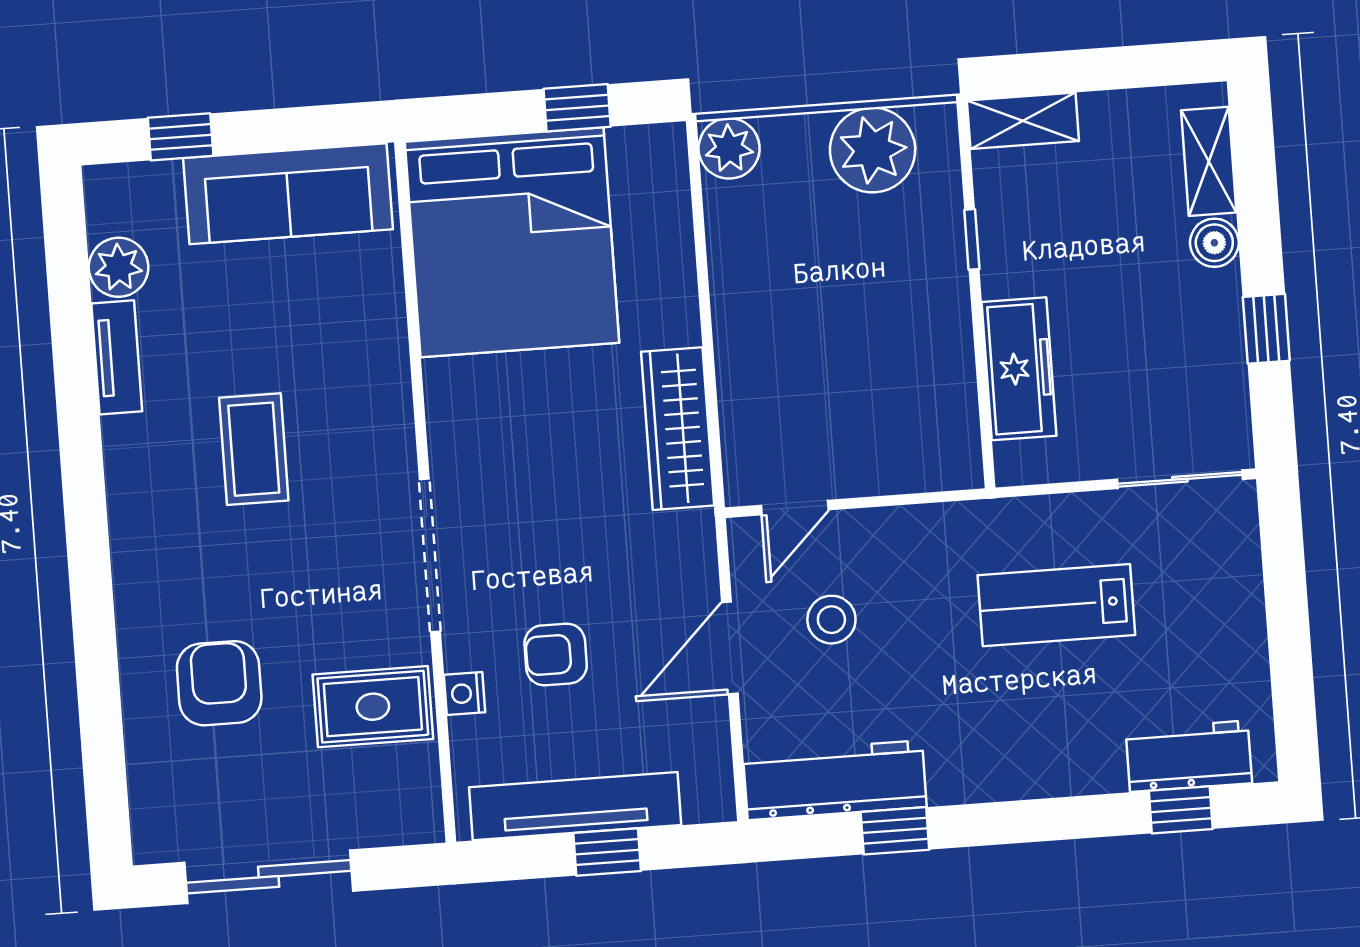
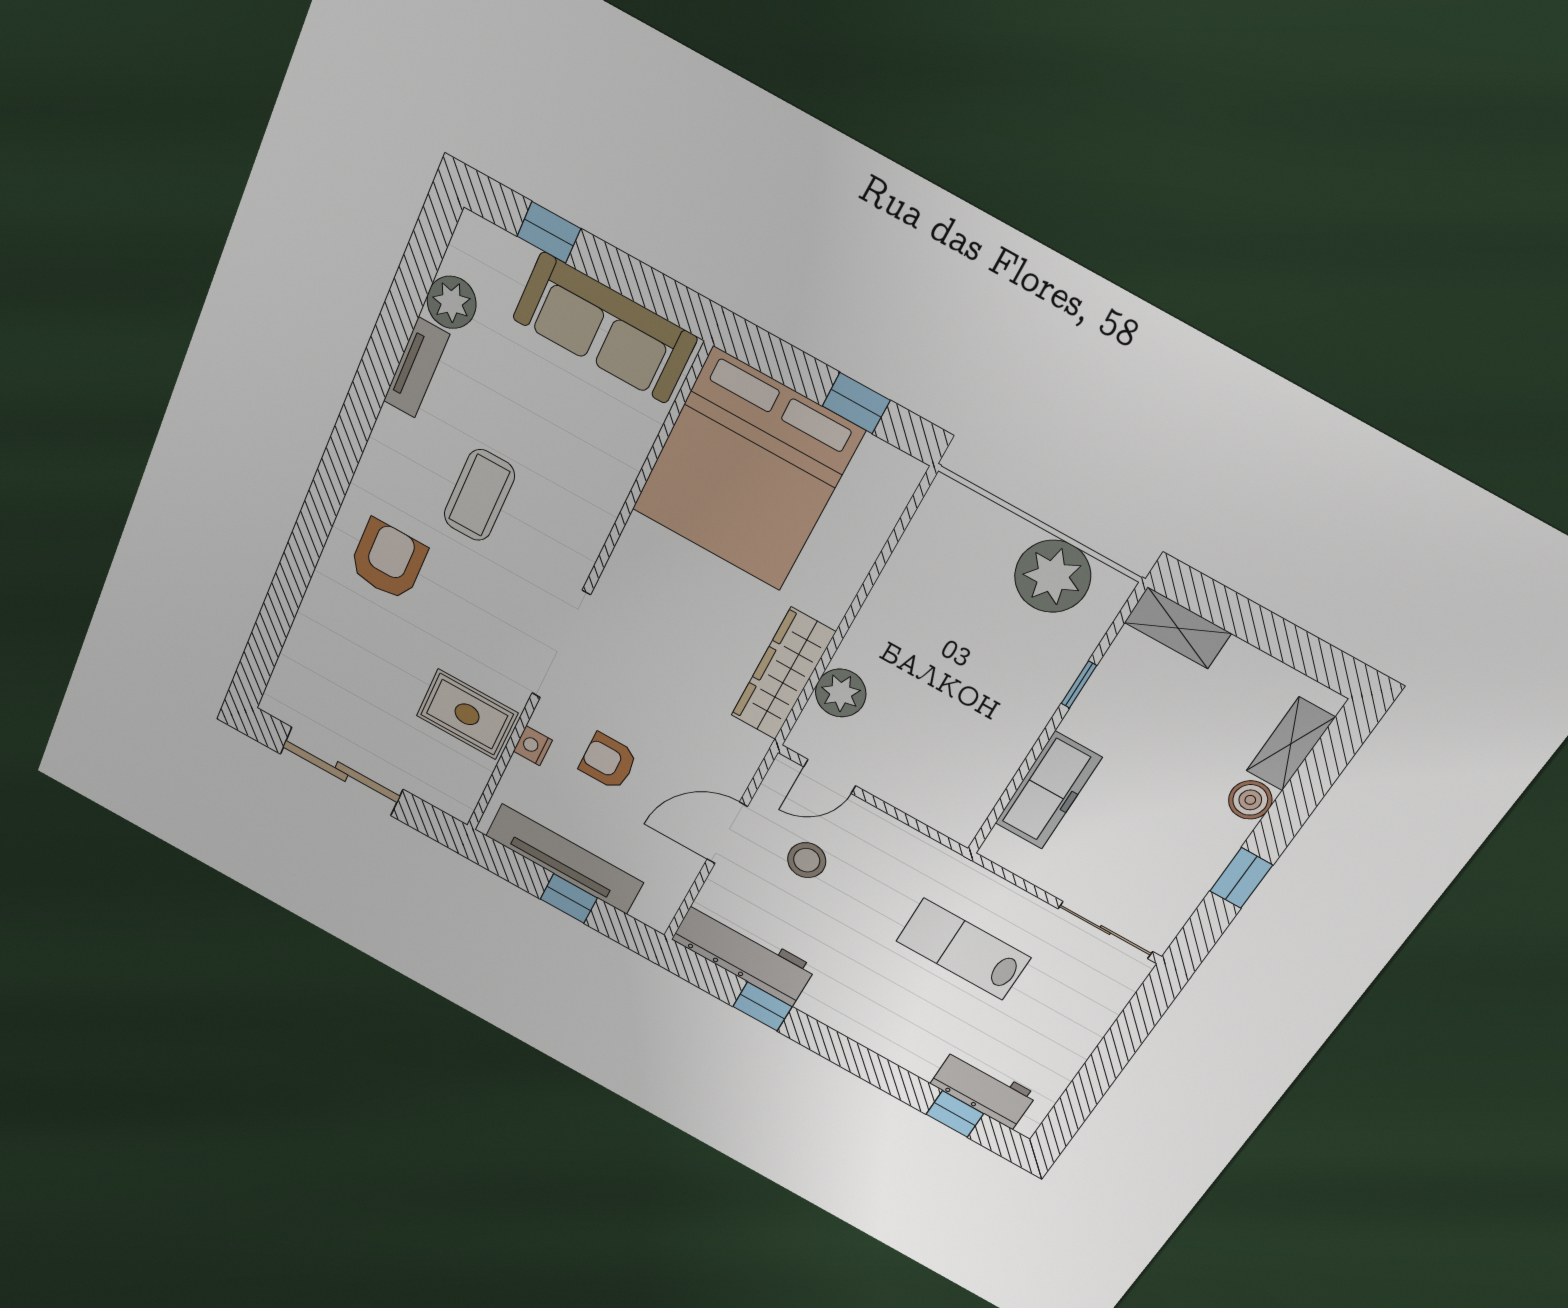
plant: (729, 148) -> (841, 693), moved
armchair: (219, 683) -> (388, 560), moved

